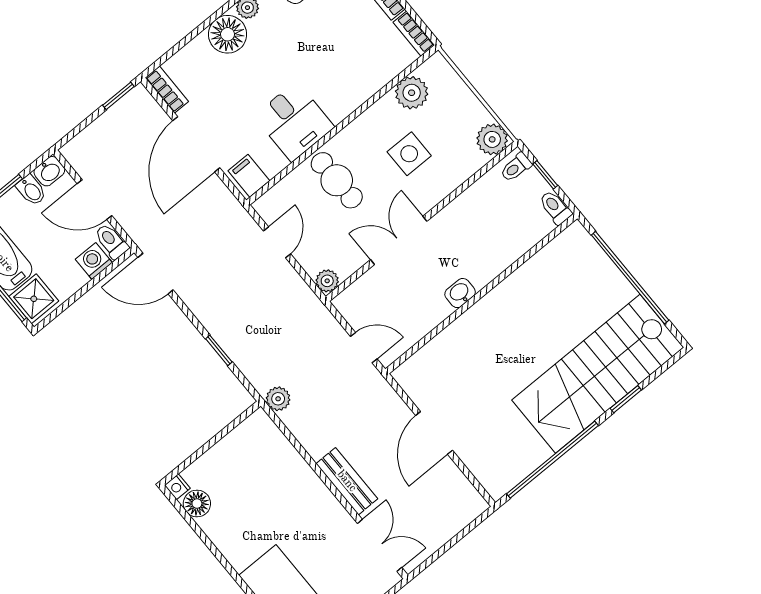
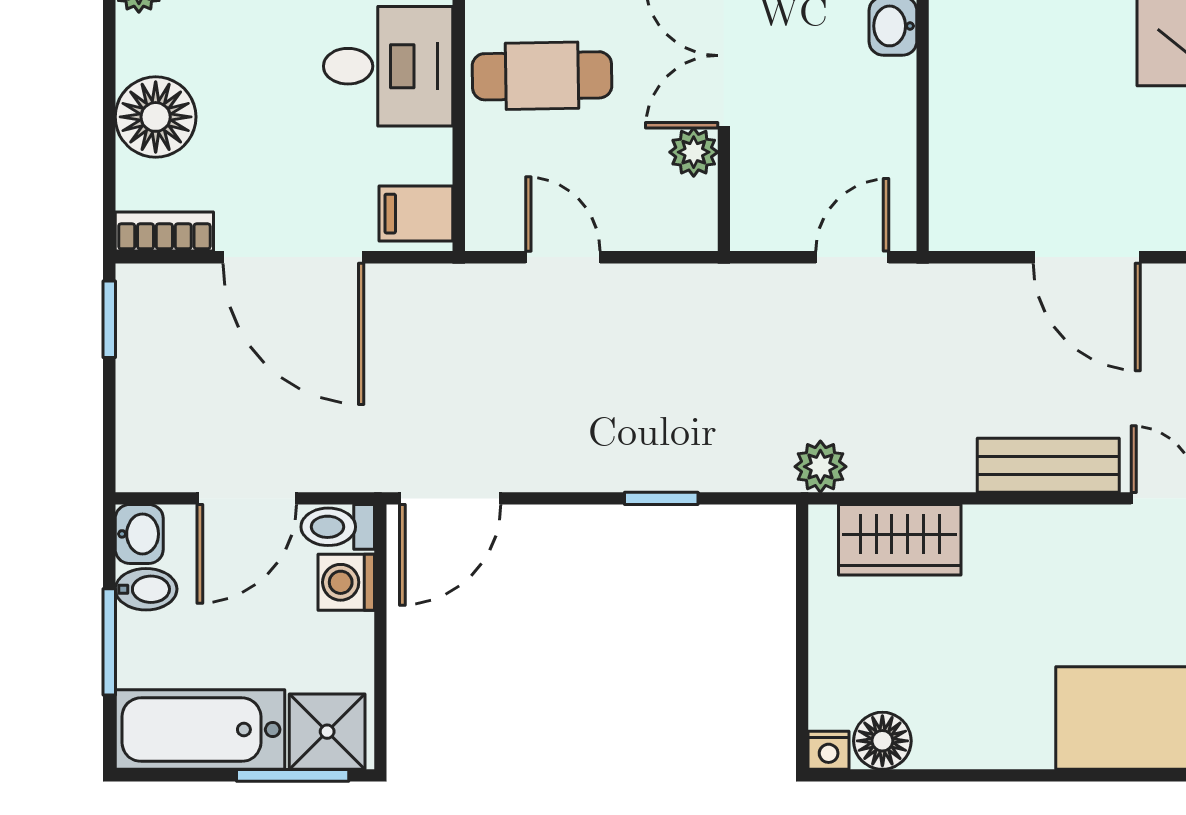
floor lamp: (228, 34) -> (156, 117), moved
plant: (327, 281) -> (694, 152), moved
wardrobe: (275, 450) -> (900, 540), added

